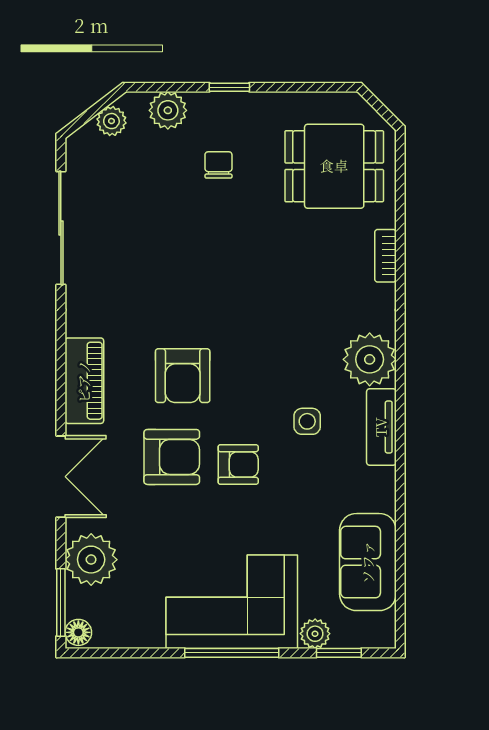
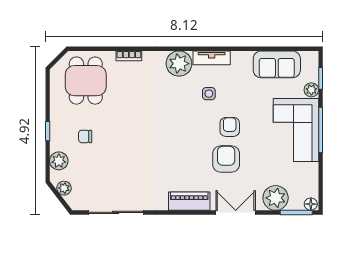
armchair: (183, 376) -> (187, 154), removed

